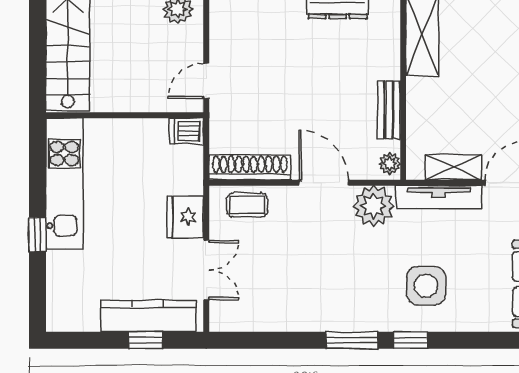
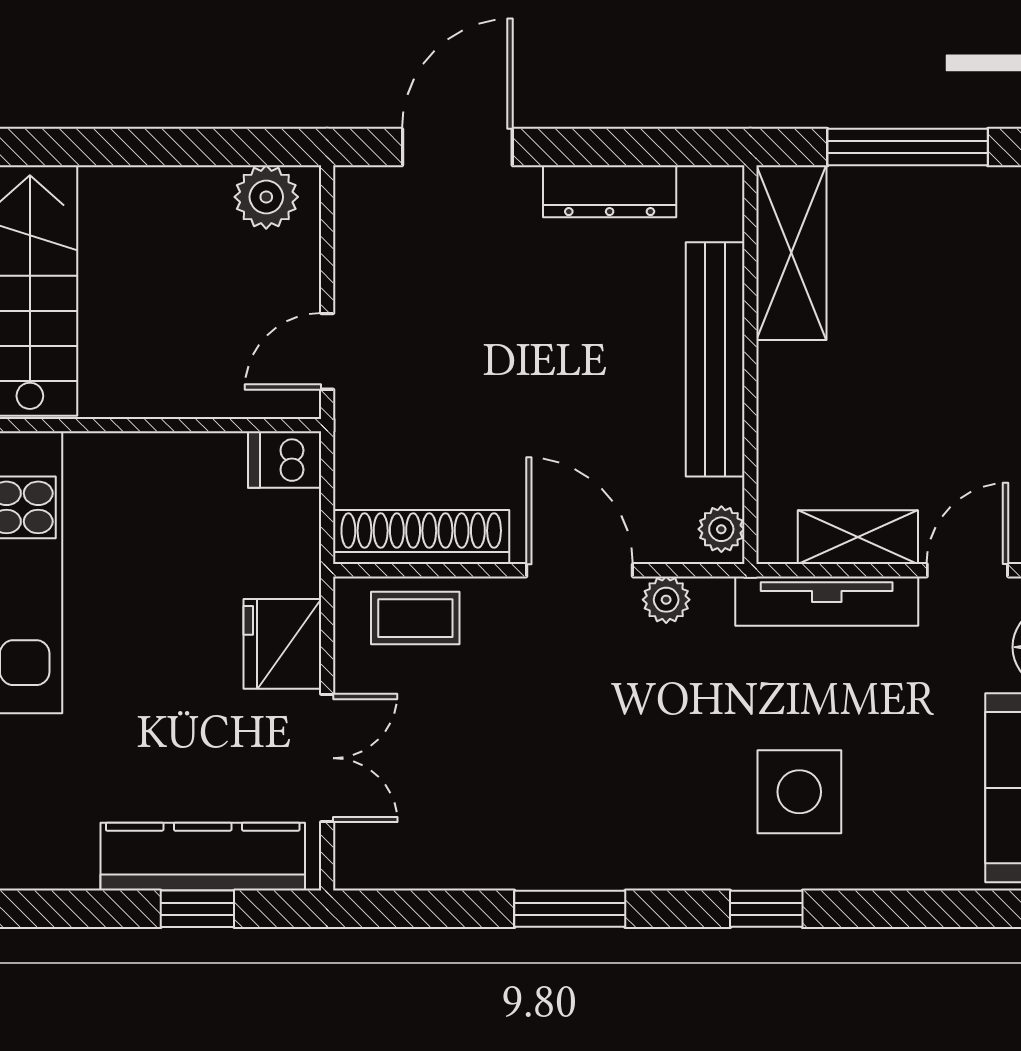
bench: (389, 110) -> (715, 359), width x1.86, depth x1.21
plant: (373, 206) -> (666, 600), width x0.53, depth x0.53
window: (352, 340) -> (570, 909), moved

